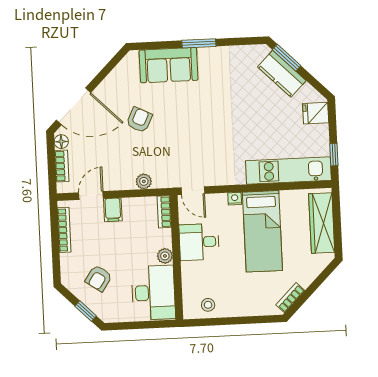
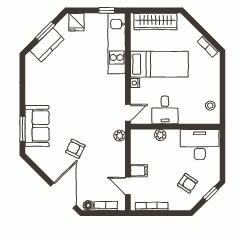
window: (199, 43) -> (22, 129), moved
window: (287, 58) -> (45, 31), moved
plant: (144, 181) -> (120, 136), moved
bookcase: (164, 212) -> (142, 134), removed
plant: (165, 256) -> (160, 135), moved

